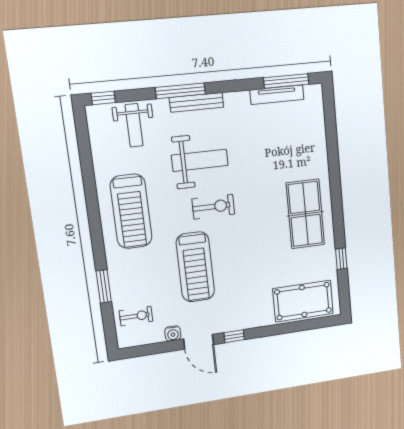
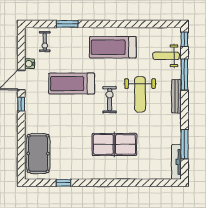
window: (286, 81) -> (184, 144), moved
window: (180, 91) -> (184, 75), moved
tv unit: (277, 95) -> (176, 162), moved
exercise bike: (213, 207) -> (110, 100), turned 180
table tennis table: (305, 214) -> (114, 144), moved

